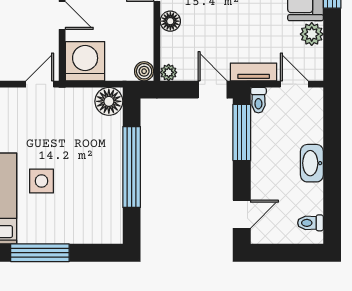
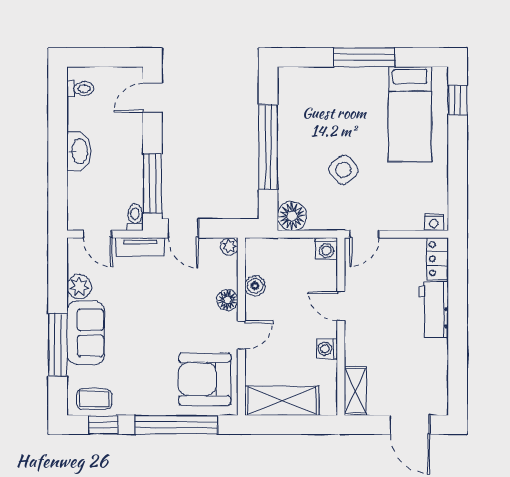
washing machine: (85, 61) -> (326, 248), width x0.53, depth x0.53
boiler: (144, 71) -> (255, 286), moved
side table: (41, 181) -> (343, 170), moved, turned -38

